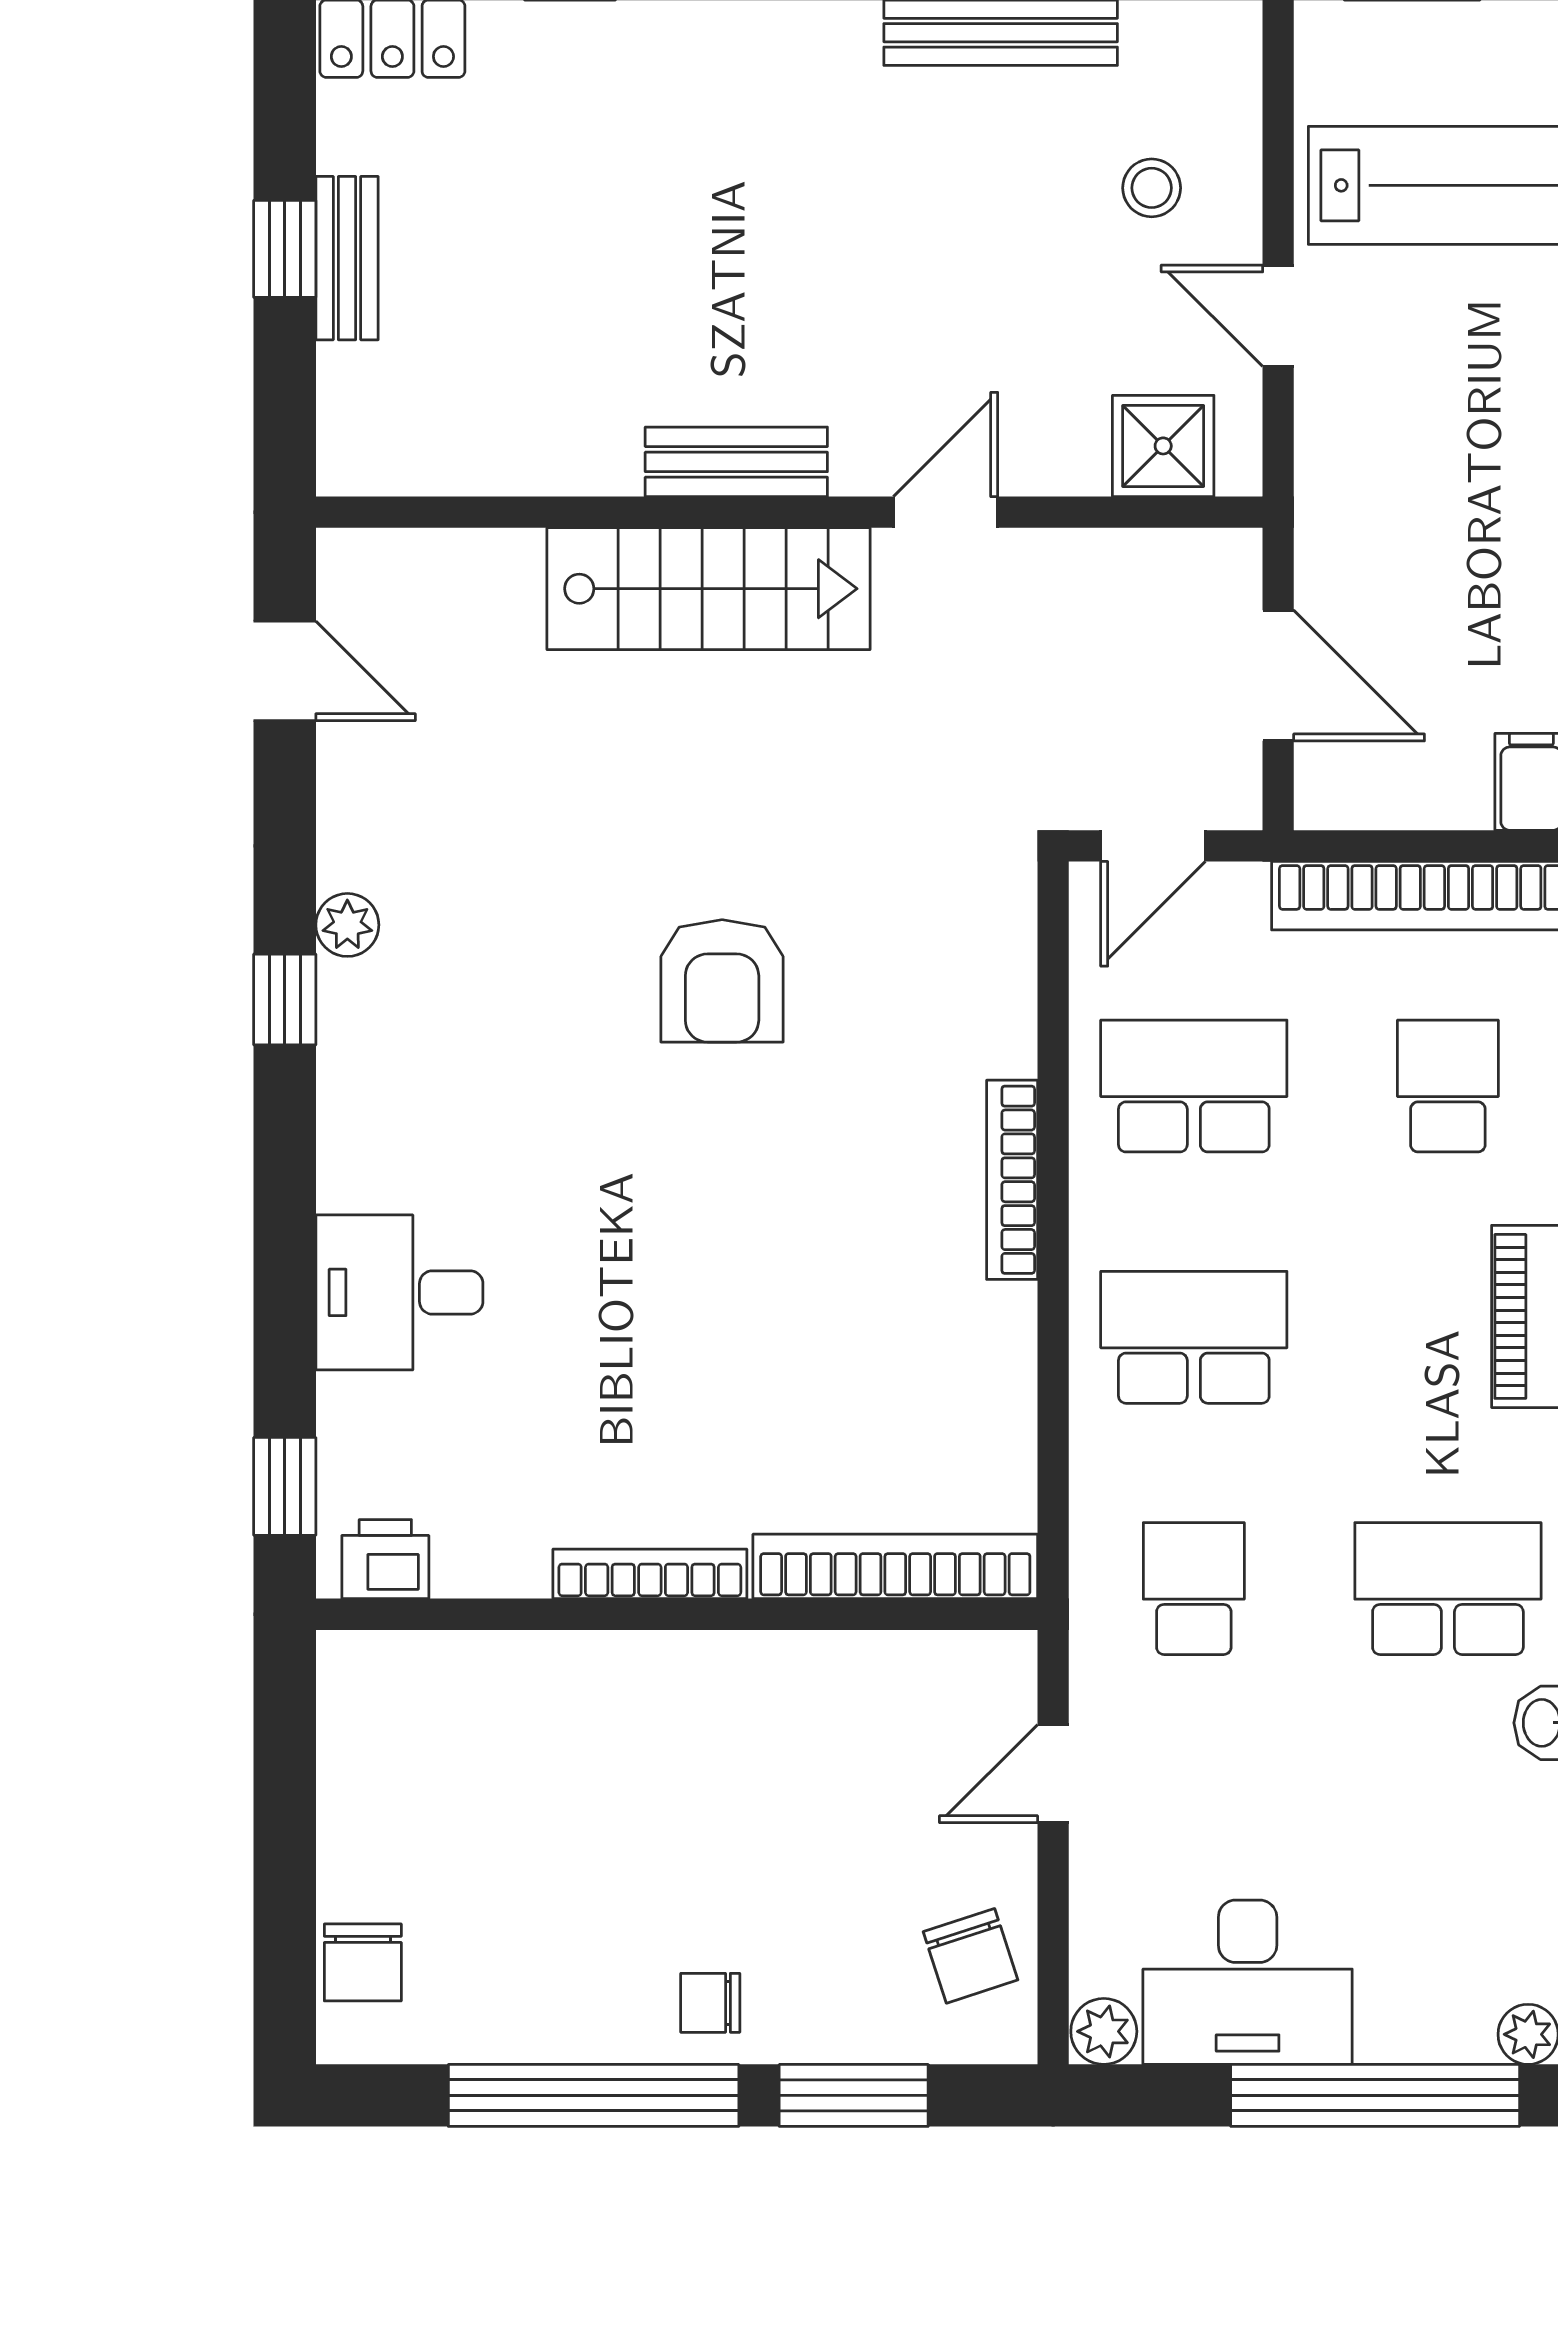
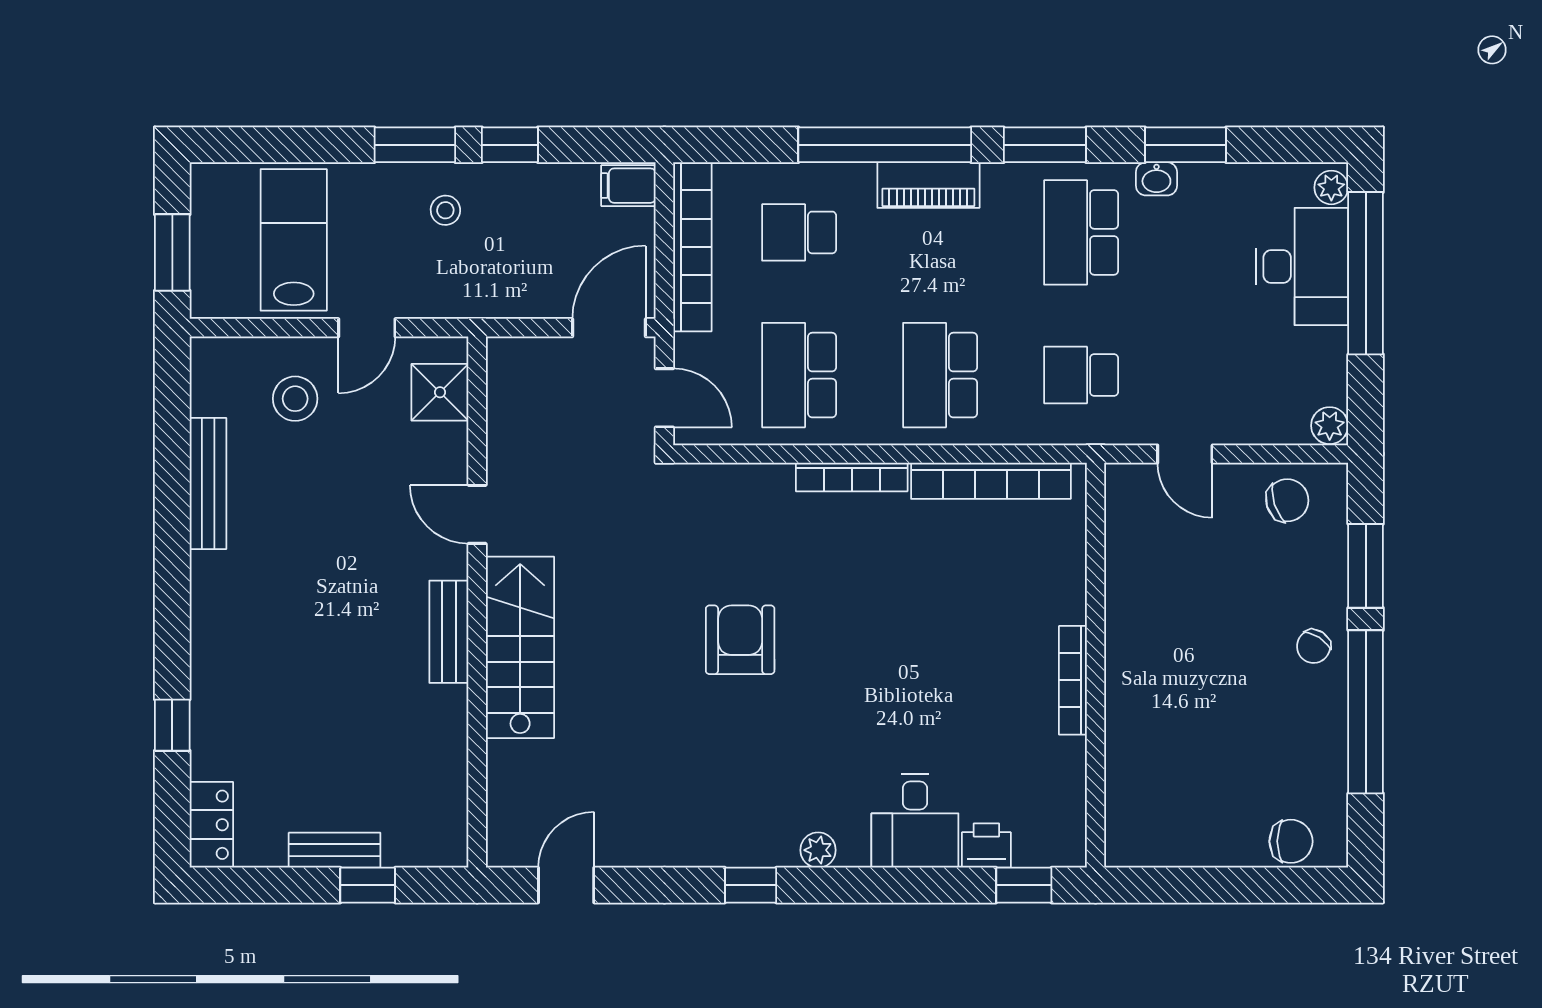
stool: (1152, 188) -> (295, 399), width x1.37, depth x1.37
window: (285, 249) -> (368, 885), moved
stool: (1487, 456) -> (445, 210), added
door: (1278, 676) -> (609, 328), moved
plant: (347, 925) -> (818, 850), moved
armchair: (722, 981) -> (740, 640), turned -90
printer: (385, 1559) -> (986, 846), moved, turned 90
bookcase: (895, 1566) -> (991, 481), moved, turned -90
desk: (1248, 1982) -> (1302, 267), moved
chair: (710, 2003) -> (1314, 646), turned 33

